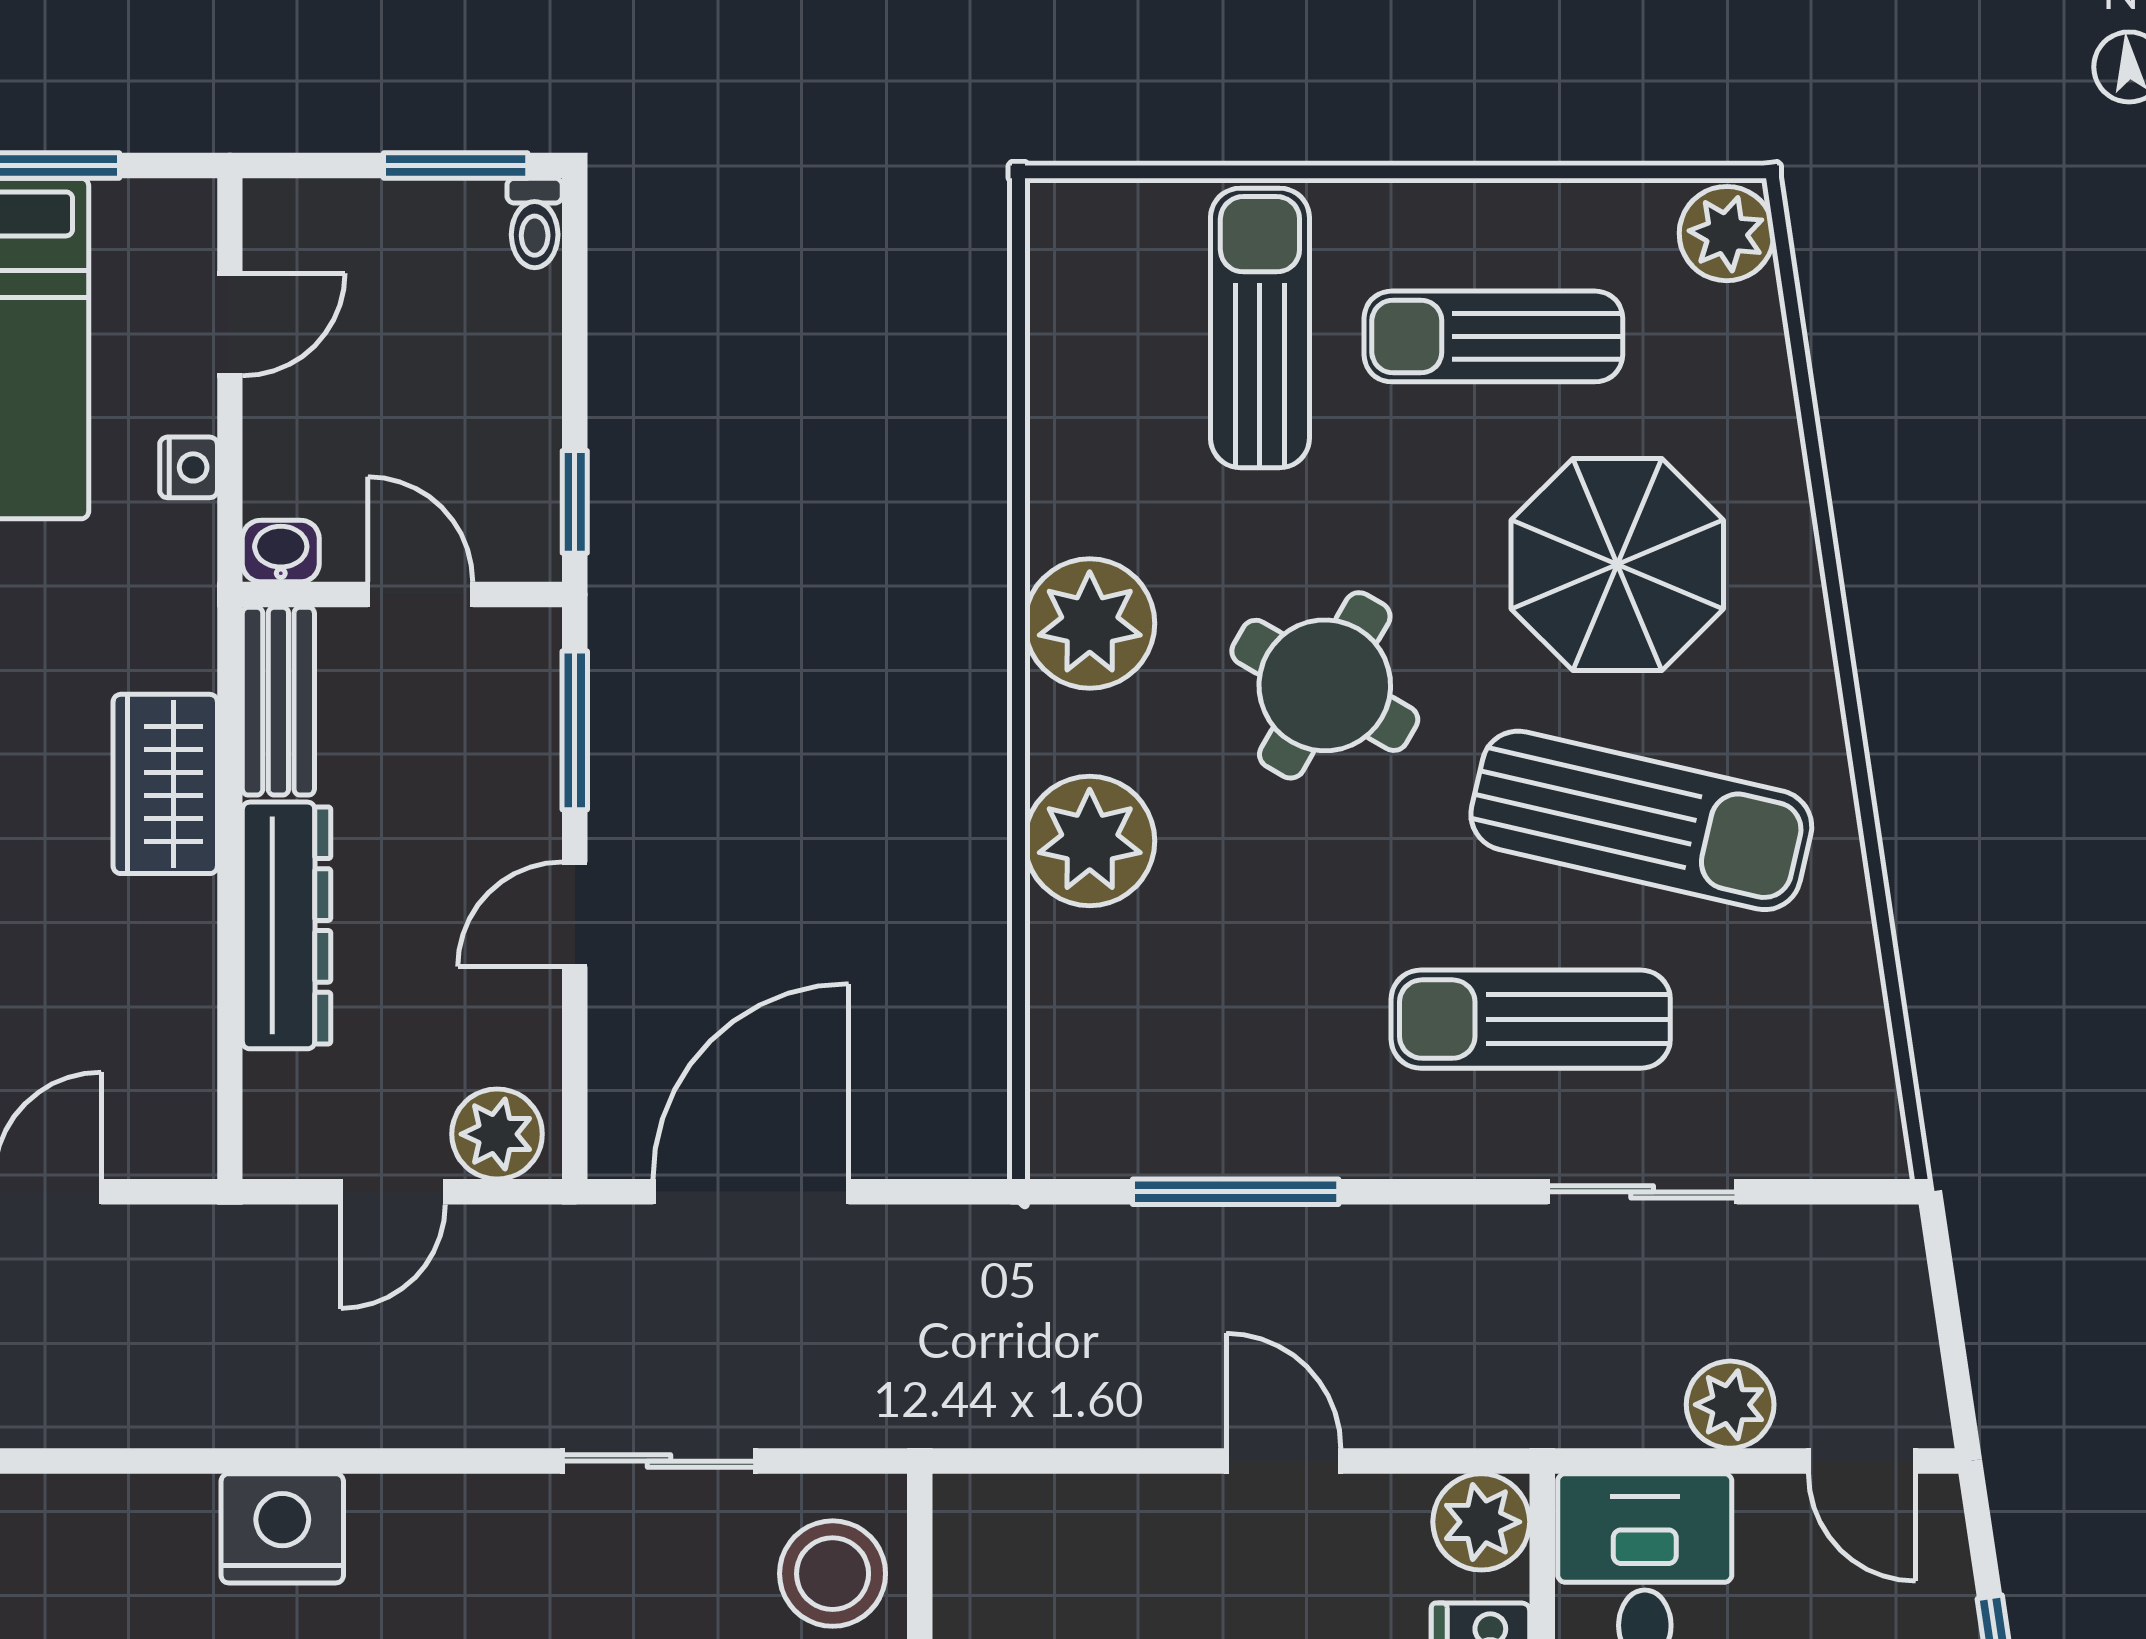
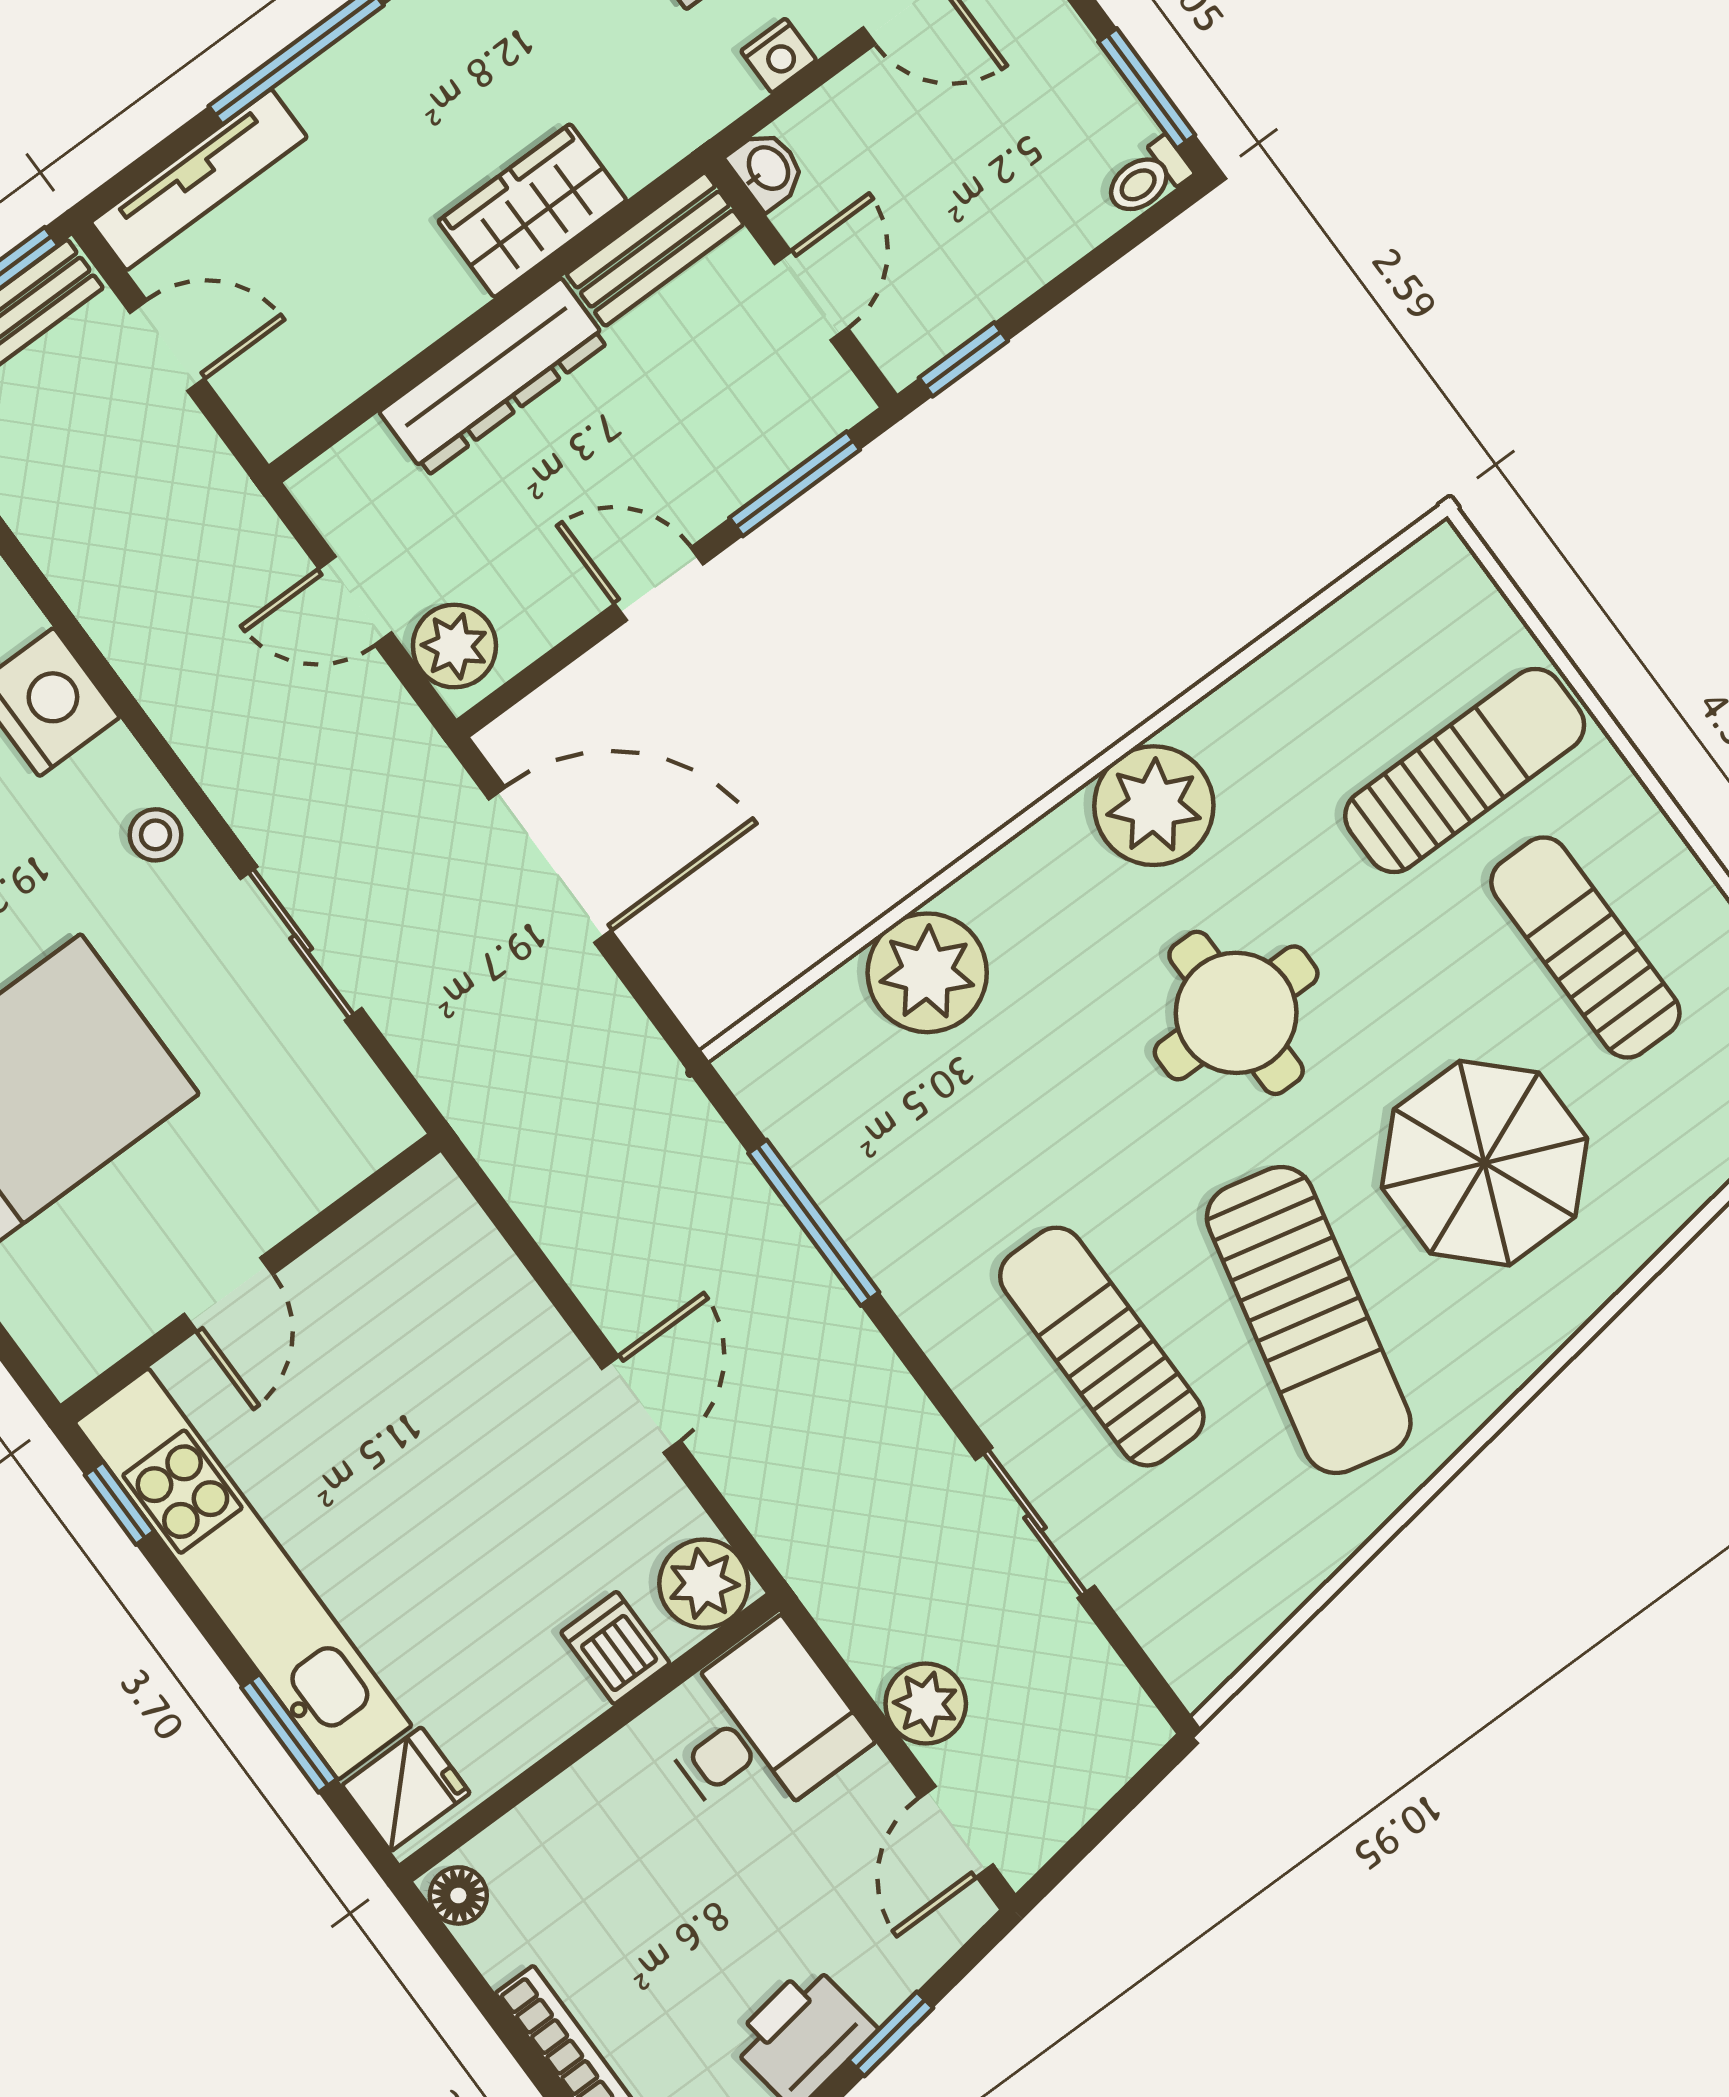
round table: (1325, 685) -> (1236, 1013), turned -30
plant: (1090, 841) -> (927, 973), moved
stool: (833, 1574) -> (155, 835), moved, width x0.53, depth x0.53

